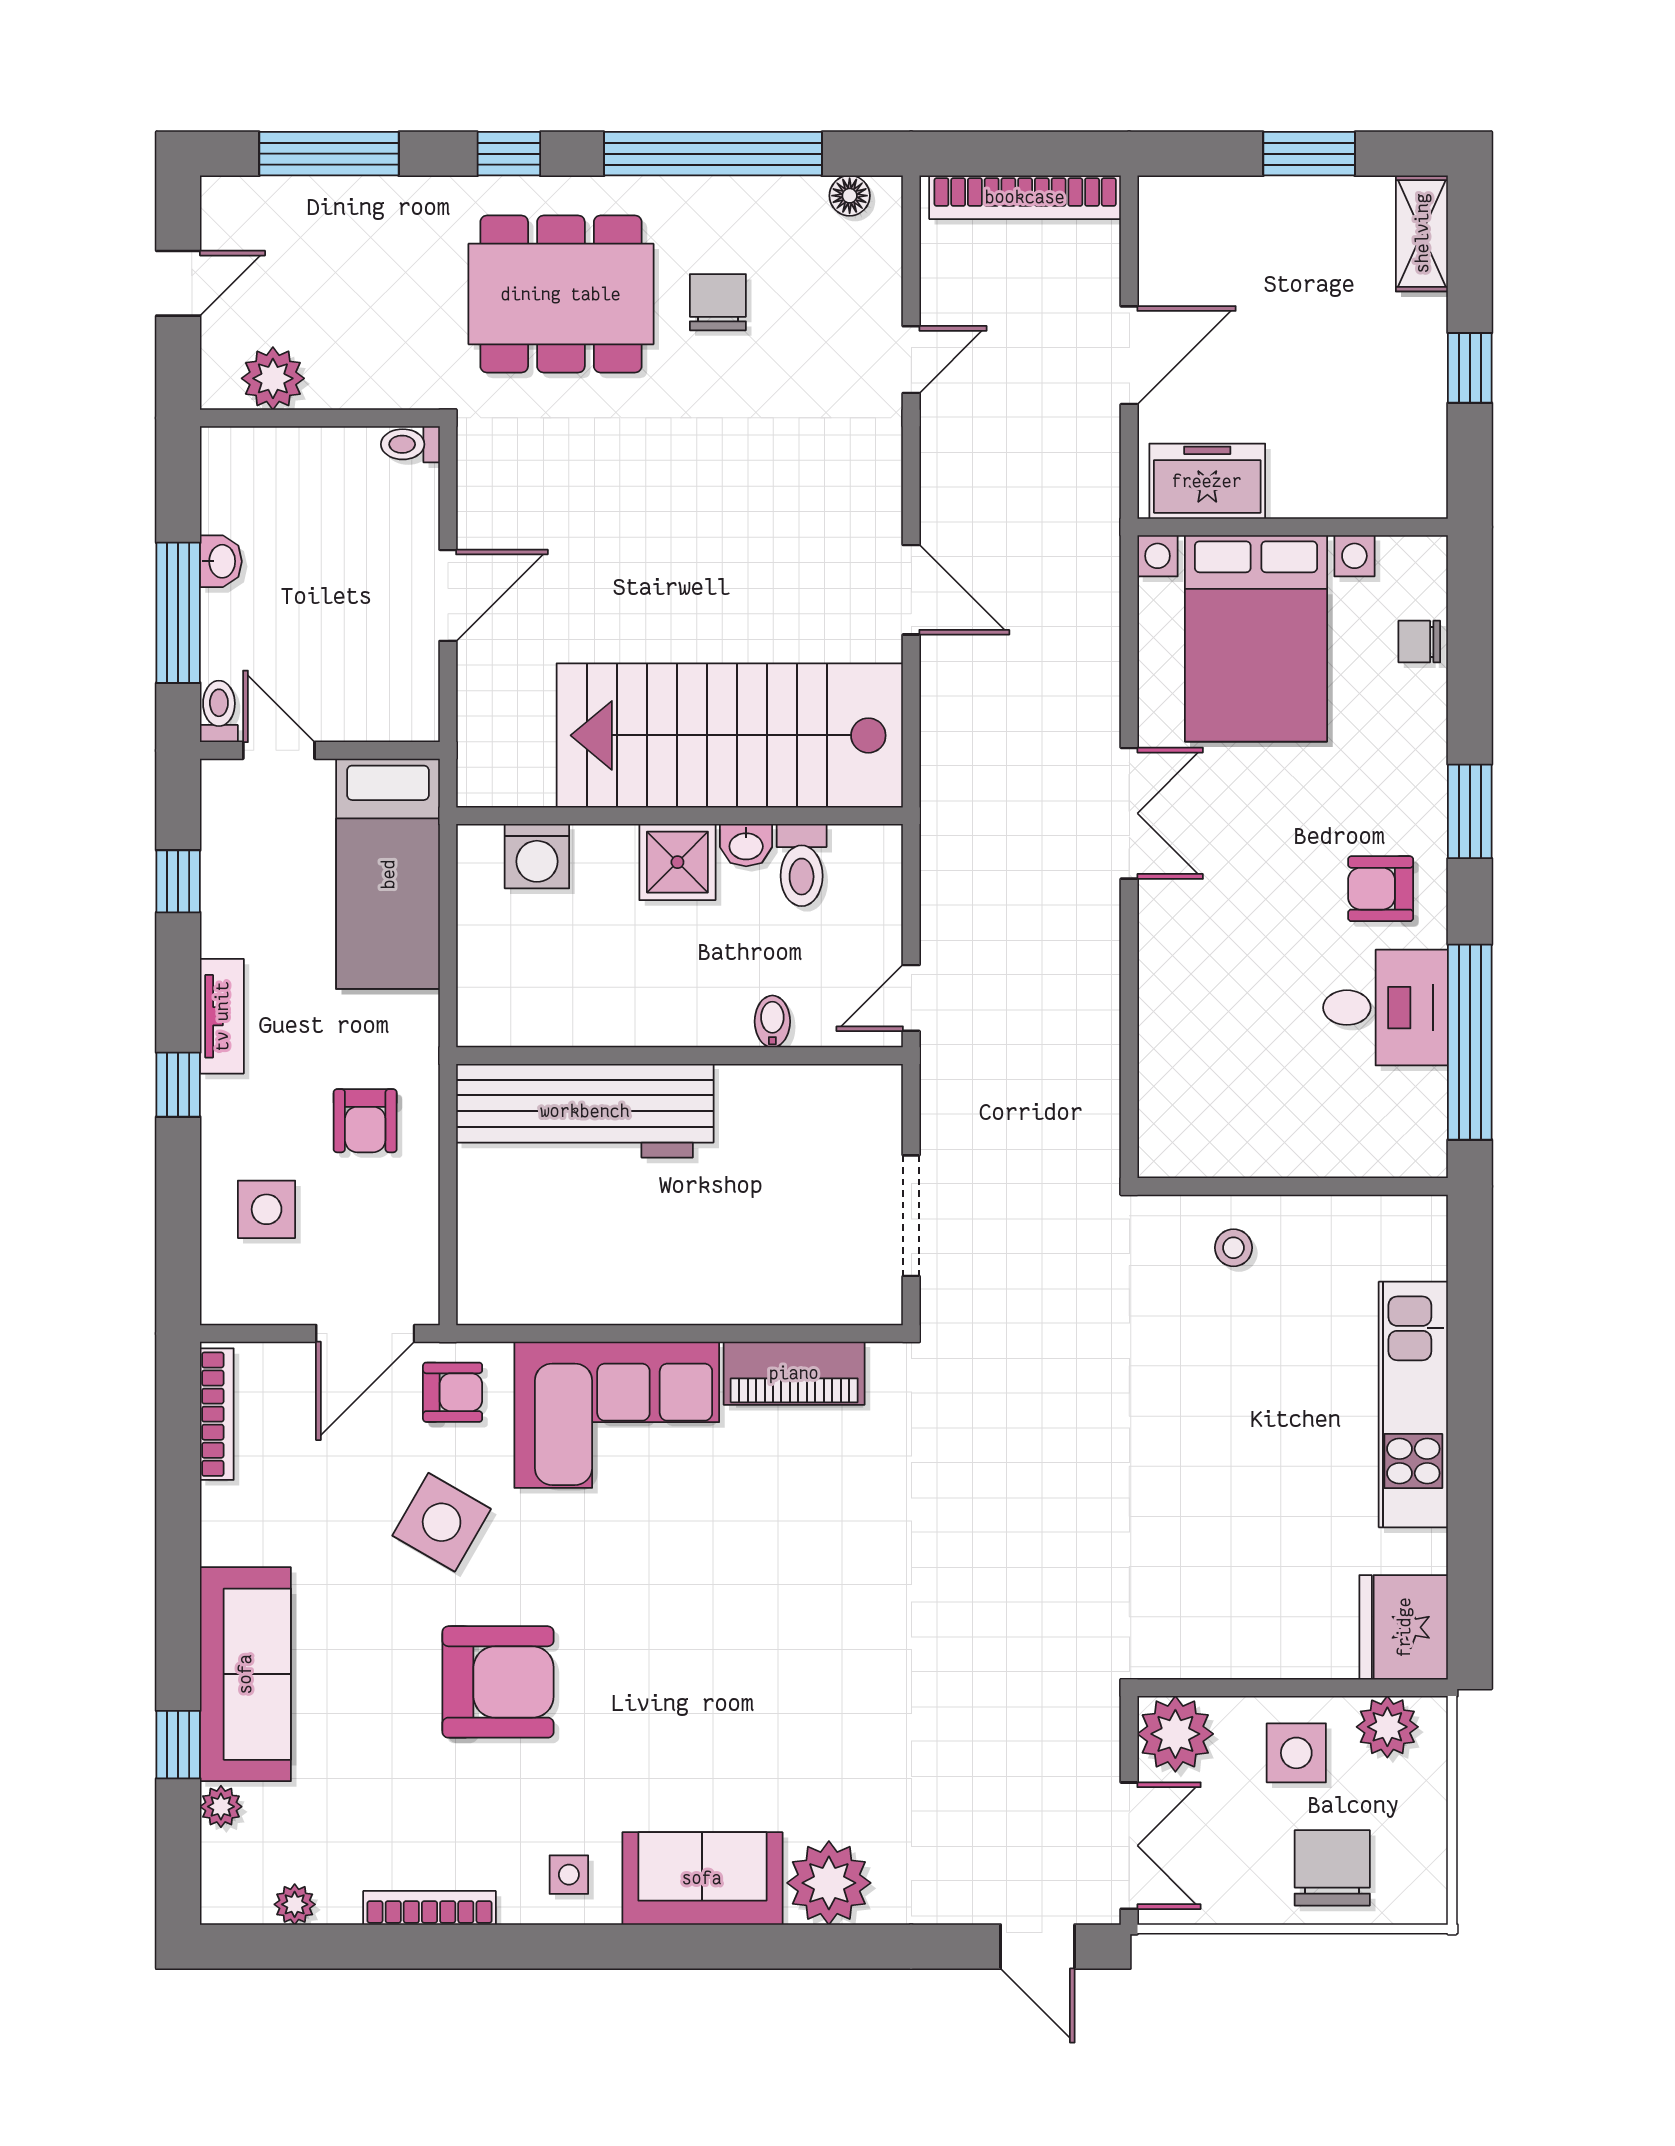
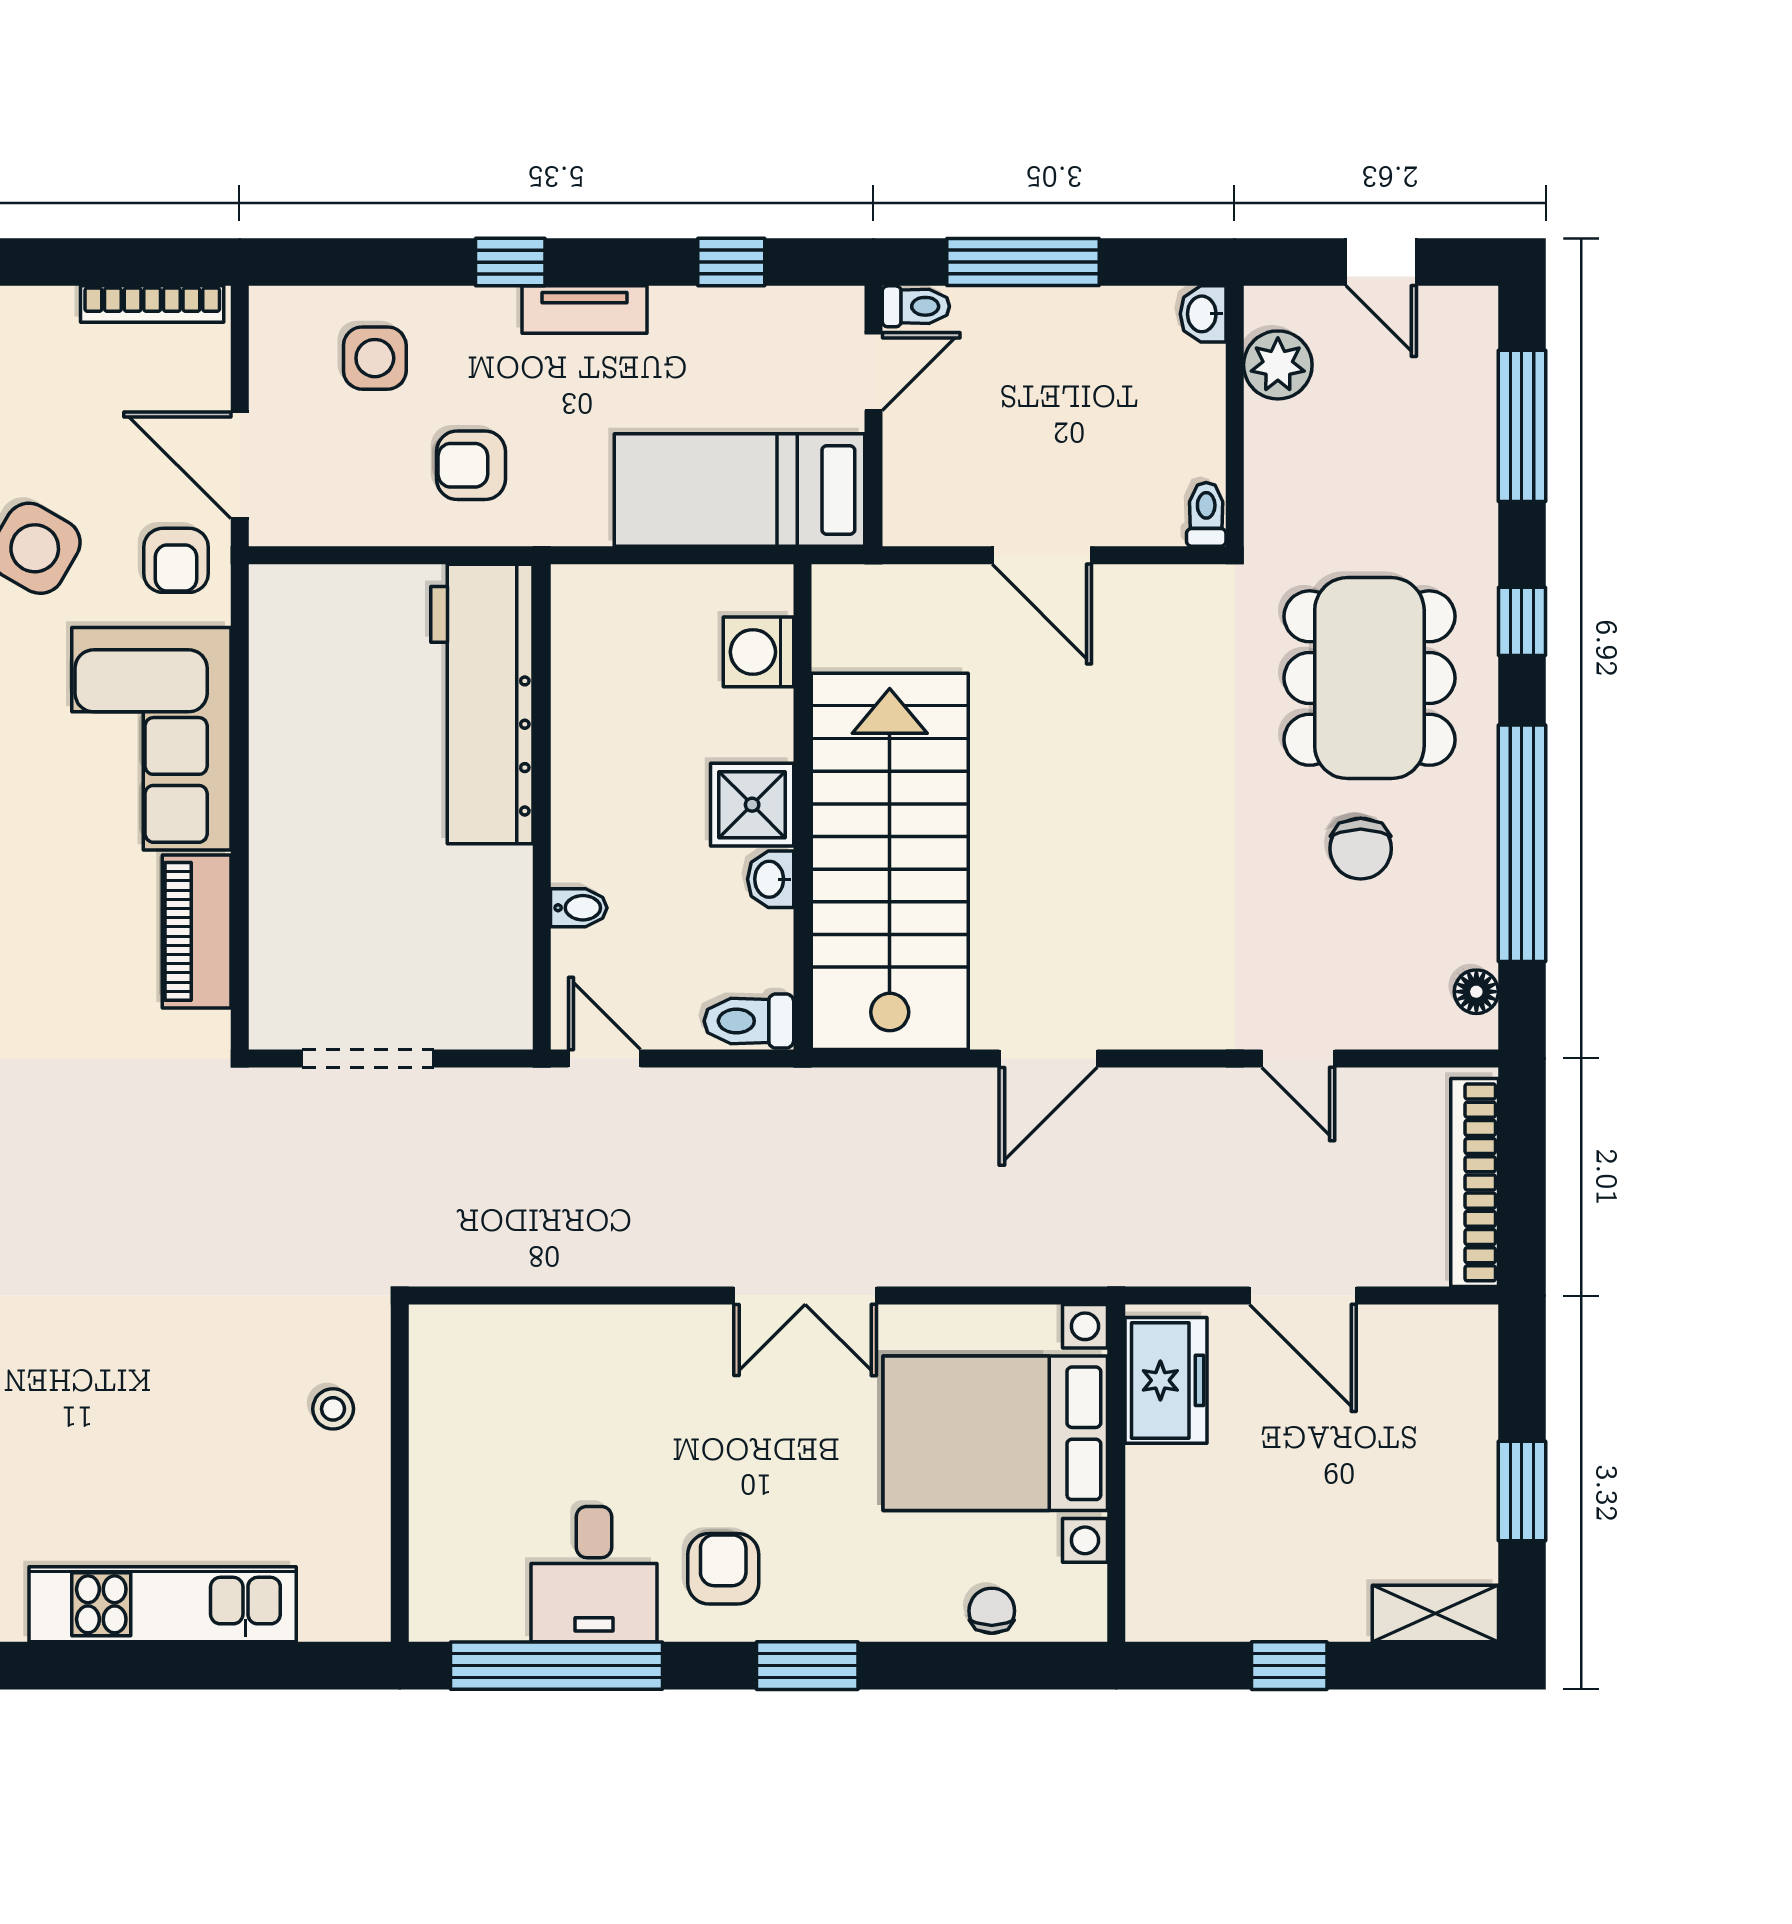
chair: (718, 302) -> (1361, 849), turned 90
washbasin: (221, 561) -> (1203, 314), moved, turned 90
toilet: (802, 865) -> (749, 1021), moved

